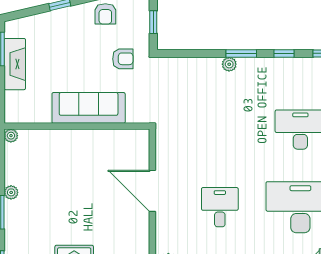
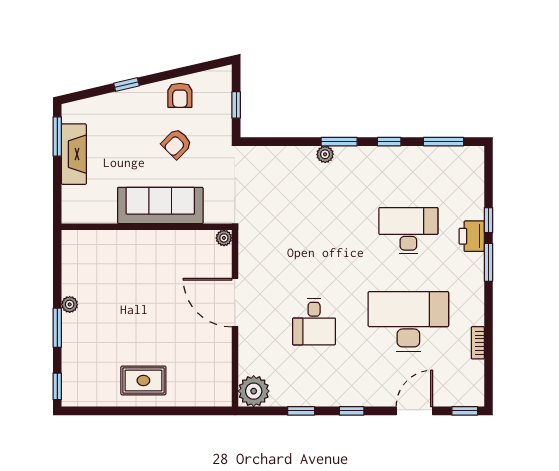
armchair: (123, 59) -> (177, 144), moved, turned 135
plant: (11, 136) -> (224, 238), moved
desk: (220, 207) -> (314, 322), turned 180

